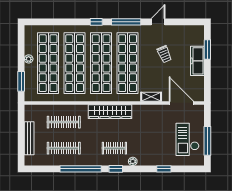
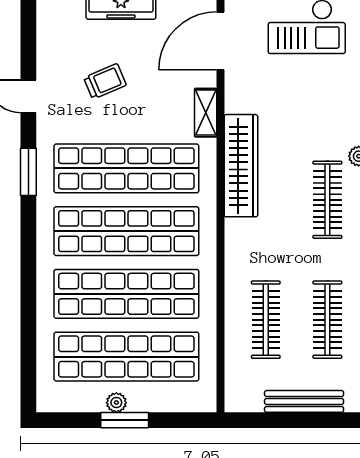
window: (96, 22) -> (28, 242), removed
window: (126, 22) -> (28, 172), width x0.69
window: (21, 81) -> (125, 420), moved
wardrobe: (110, 112) -> (241, 166), moved
clothes rail: (114, 148) -> (327, 200), width x1.36

